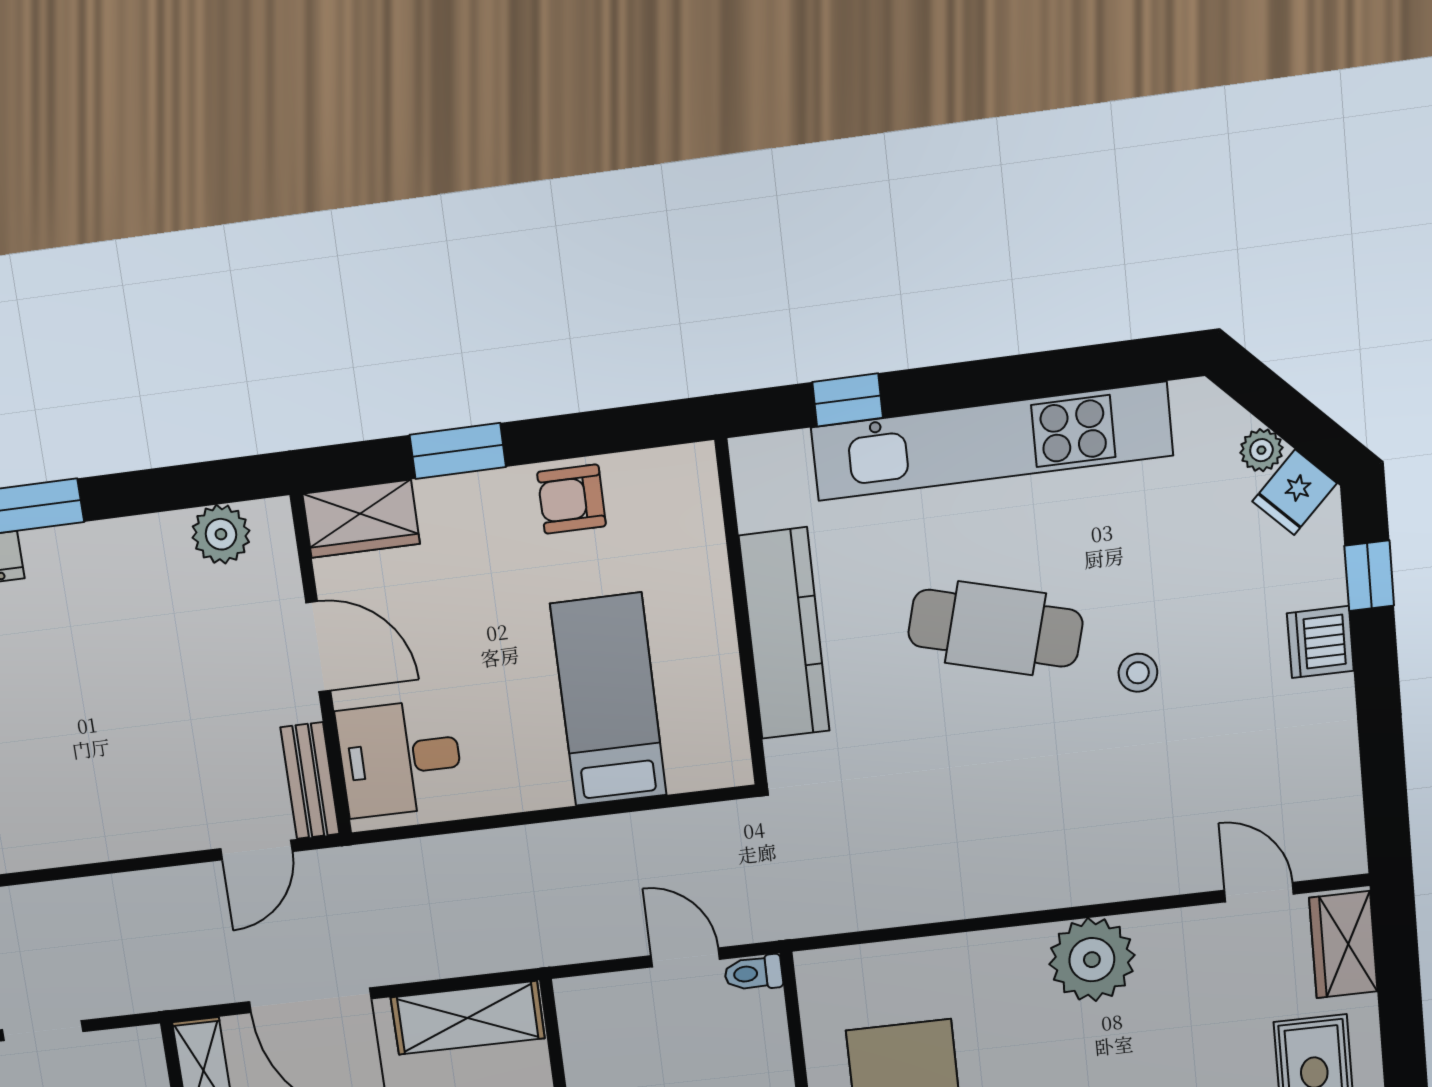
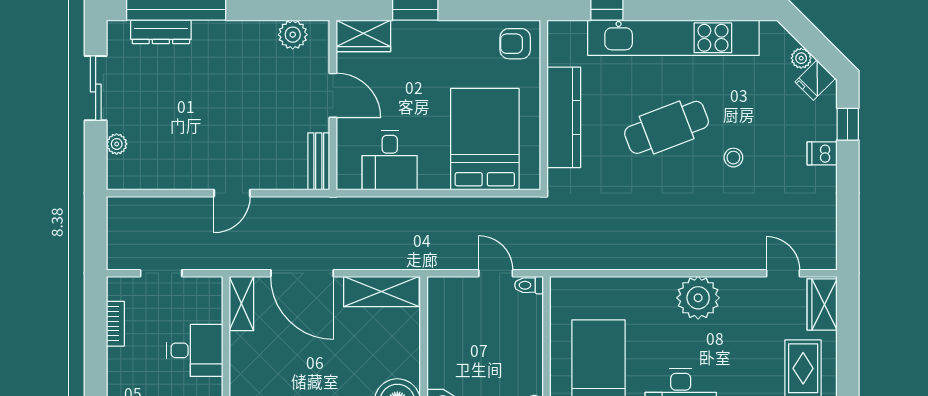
armchair: (572, 499) -> (515, 44), moved
cafe table: (995, 628) -> (667, 127), turned -36
dishwasher: (1320, 642) -> (822, 153), width x0.73
bed: (608, 700) -> (485, 139), width x1.50
desk: (400, 758) -> (390, 160), moved, turned -90
door: (256, 850) -> (232, 193), moved

